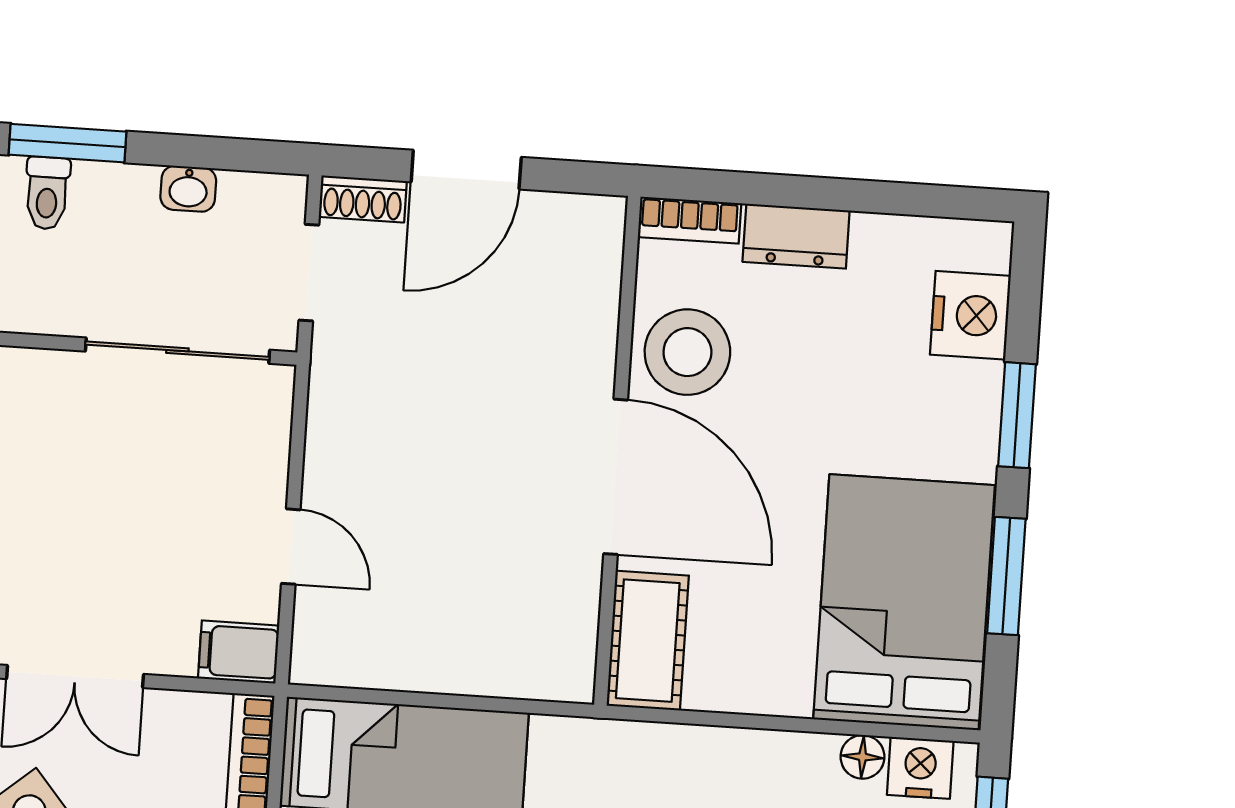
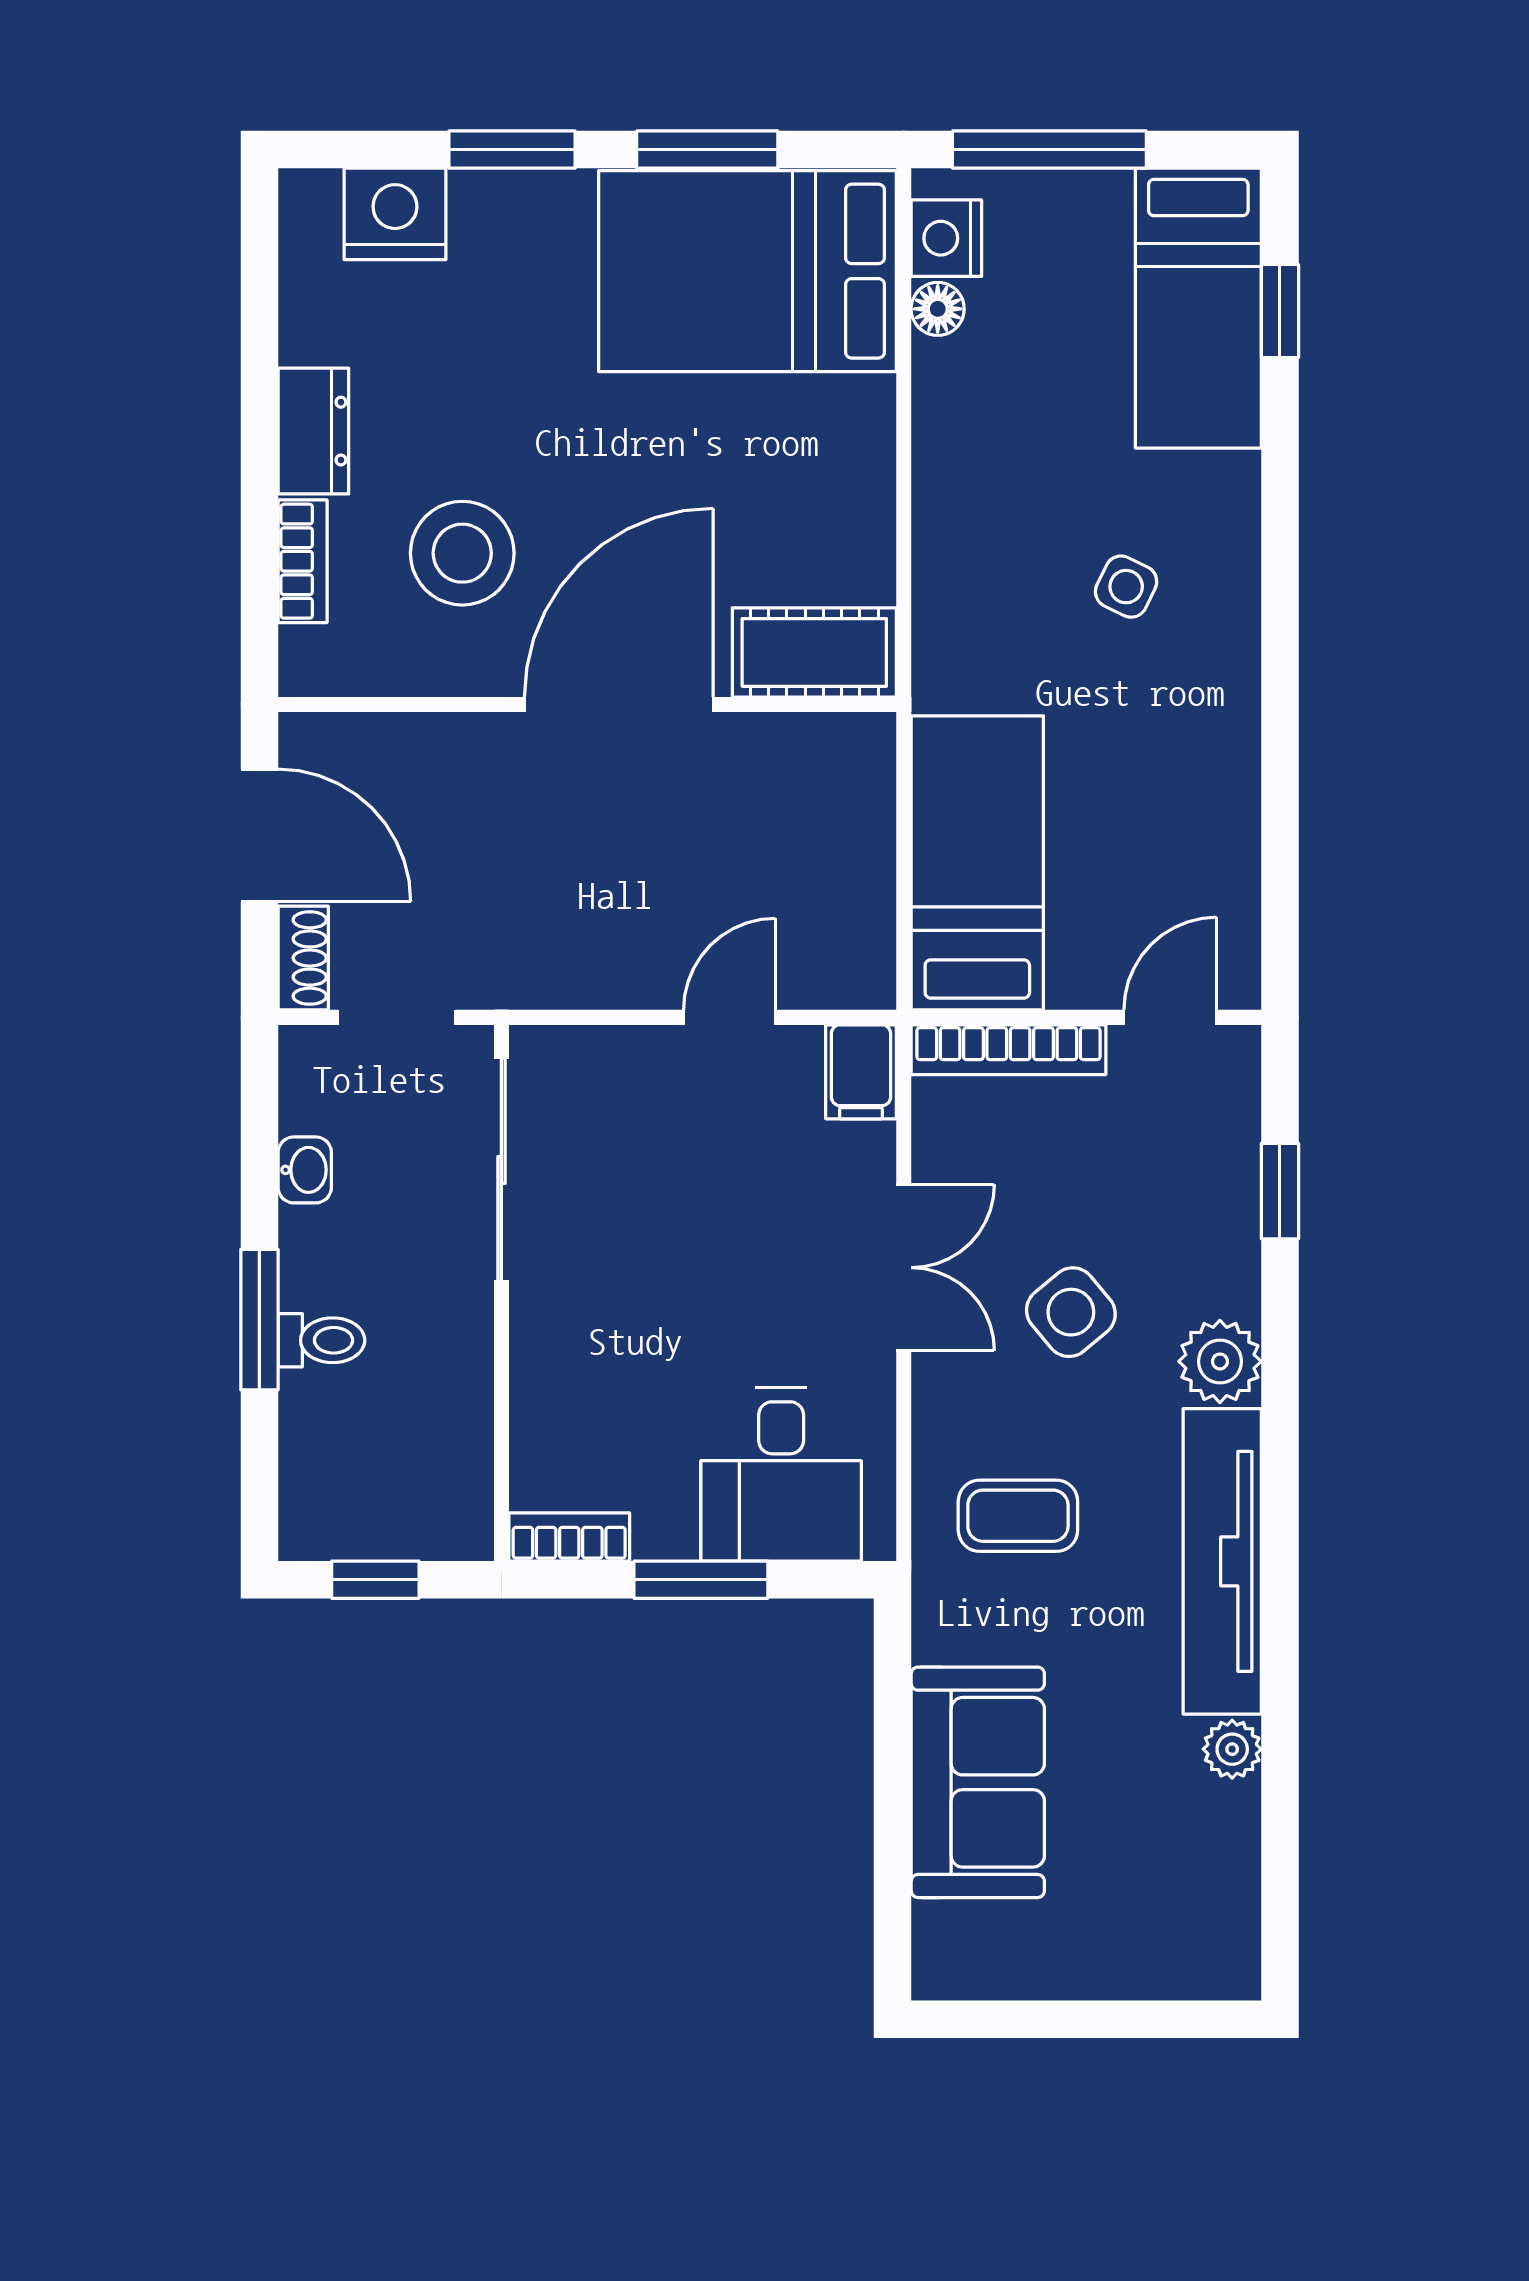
wall: (617, 451) -> (587, 704), moved
door: (616, 477) -> (619, 704), moved
cot: (648, 641) -> (814, 652), moved

